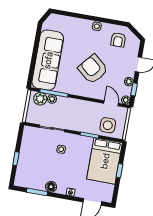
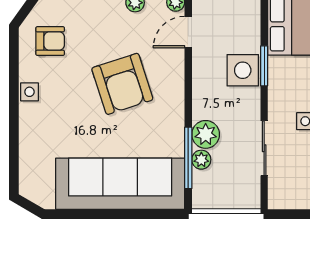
armchair: (93, 69) -> (122, 84), turned -58
plant: (40, 99) -> (206, 134), moved
side table: (108, 125) -> (243, 70), moved

